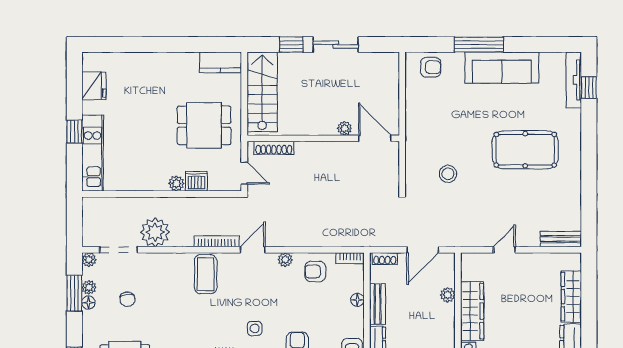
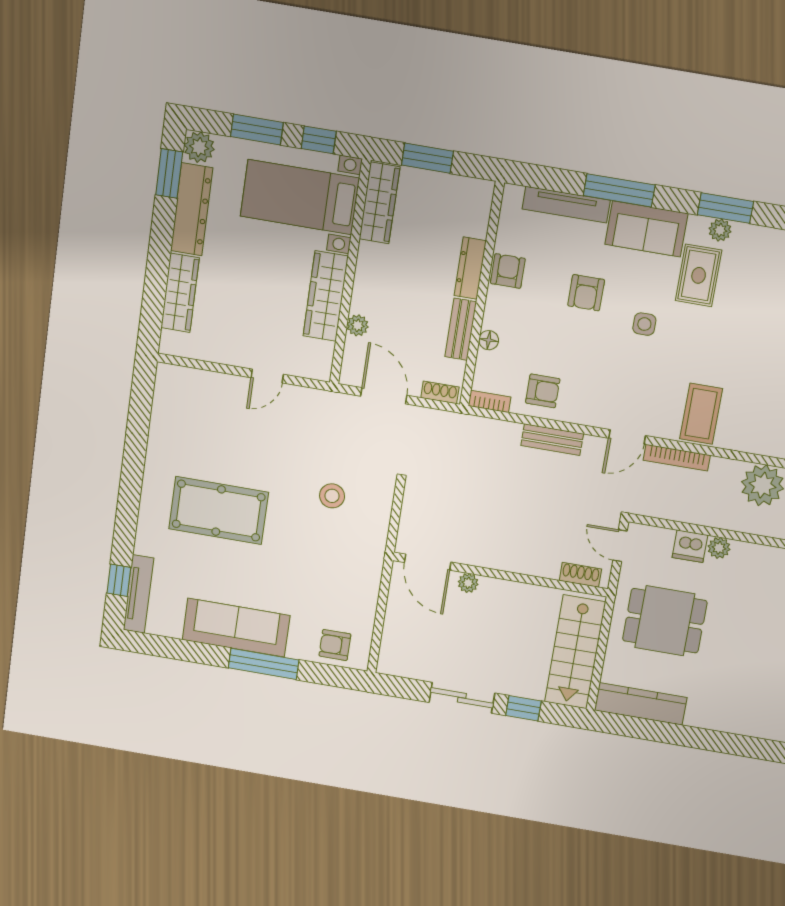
kitchen counter: (221, 62) -> (641, 704), width x1.50
shoe rack: (274, 148) -> (580, 575), width x0.70
bench: (561, 239) -> (552, 440), moved
door: (423, 250) -> (384, 396), hinge flipped
plant: (285, 260) -> (583, 415), removed

